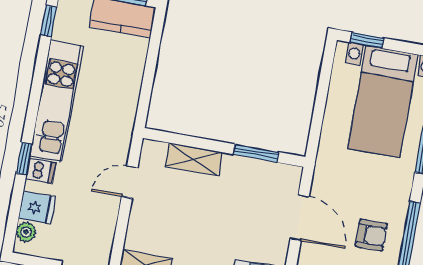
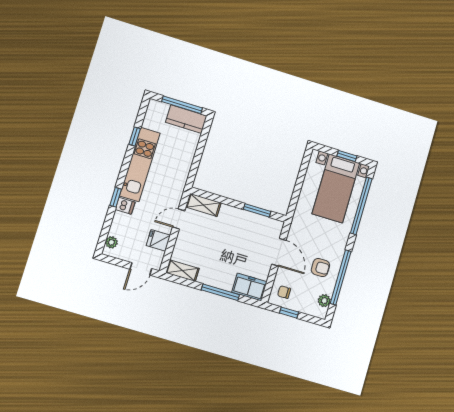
window: (49, 21) -> (135, 136), moved
window: (367, 40) -> (347, 156), moved
shelving: (194, 159) -> (203, 205), moved
fridge: (37, 208) -> (158, 240), moved, turned 180

